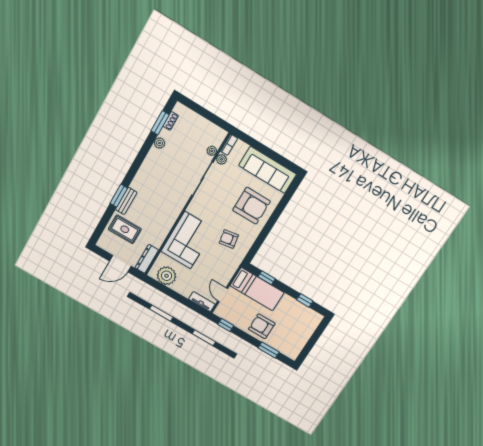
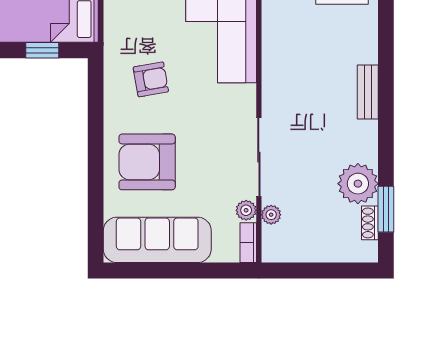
plant: (160, 143) -> (358, 184), width x1.87, depth x1.87
window: (119, 196) -> (386, 40), removed
bench: (126, 201) -> (368, 92), moved

